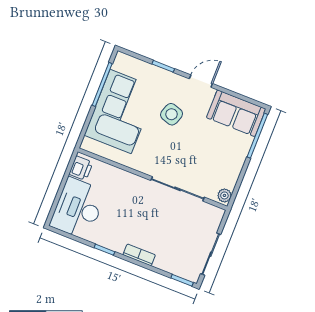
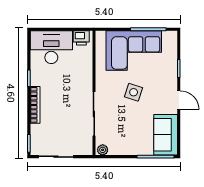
side table: (171, 114) -> (134, 92), moved
bookcase: (139, 255) -> (35, 105), width x1.56

